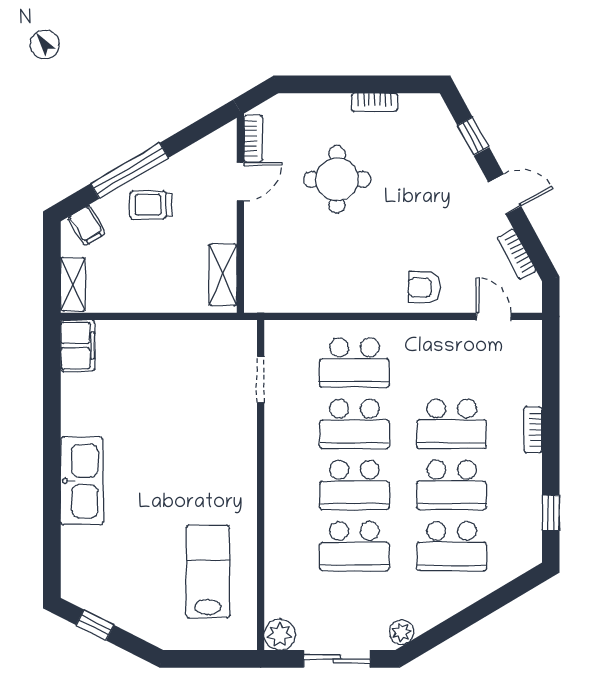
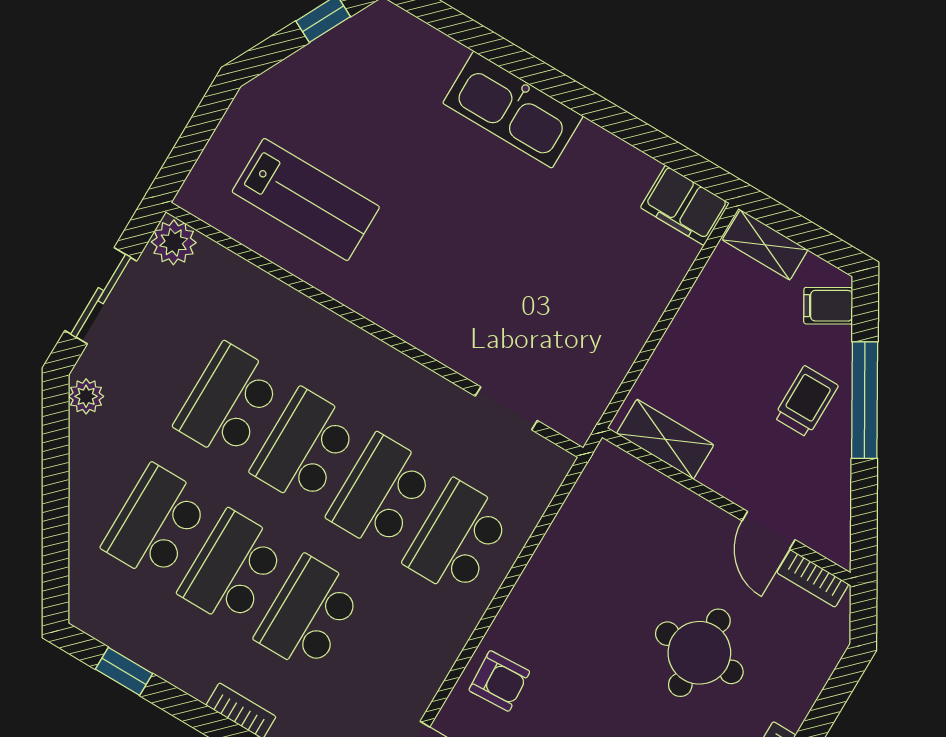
armchair: (424, 288) -> (499, 681), turned 85

